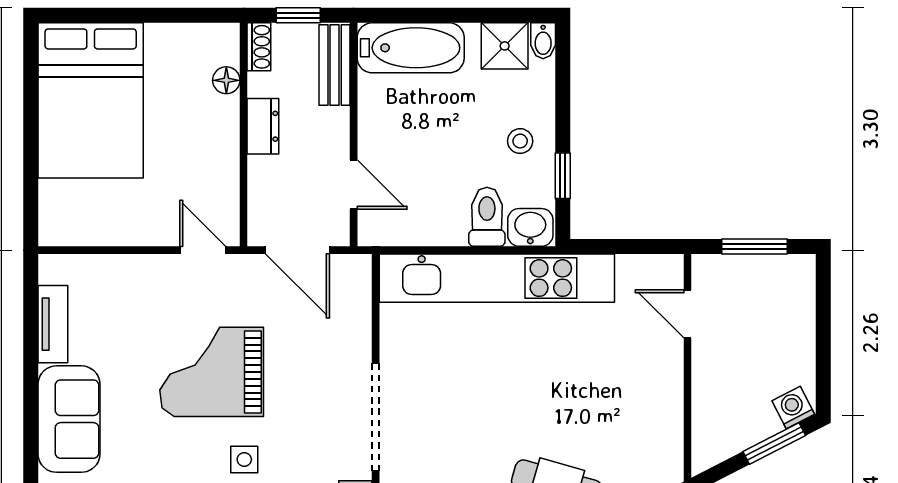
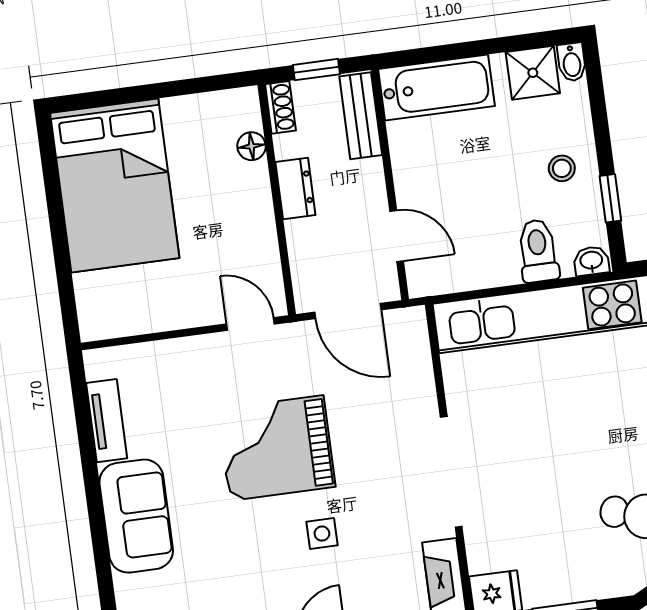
washbasin: (530, 227) -> (591, 261), width x0.72, depth x0.69

